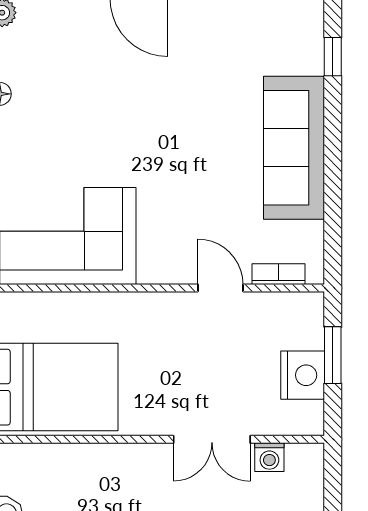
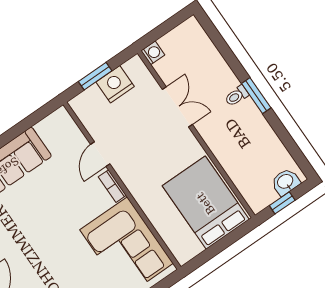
bookcase: (279, 274) -> (112, 186), moved
washing machine: (269, 457) -> (153, 53), moved

